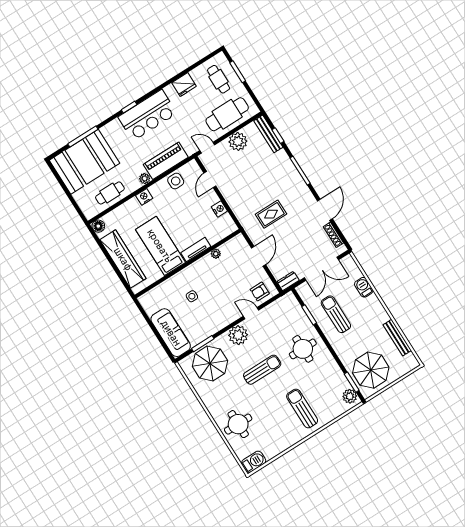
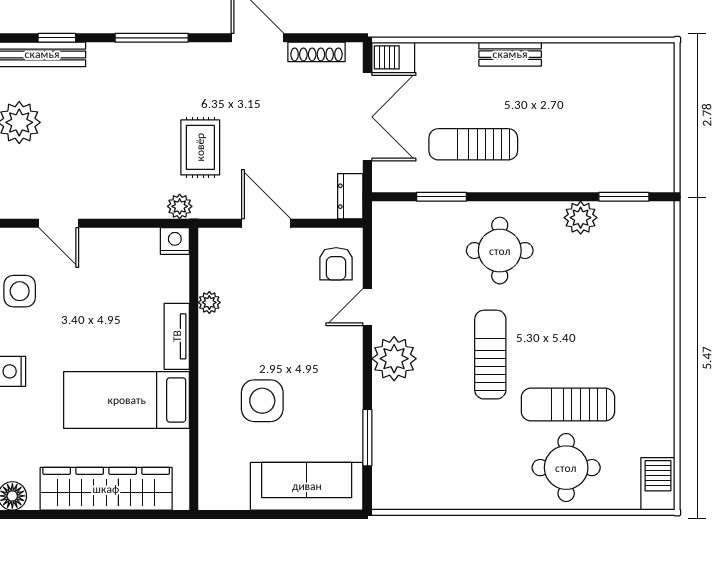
nightstand: (219, 209) -> (175, 241), moved
plant: (244, 220) -> (180, 206), added
barbecue: (364, 287) -> (393, 57), moved
side table: (192, 296) -> (262, 401), width x1.87, depth x1.87
bench: (397, 338) -> (510, 54), moved, width x0.73
parasol: (210, 363) -> (414, 448), removed
parasol: (371, 370) -> (624, 145), removed
plant: (350, 396) -> (581, 218), moved
sun lounger: (302, 408) -> (568, 404), moved

